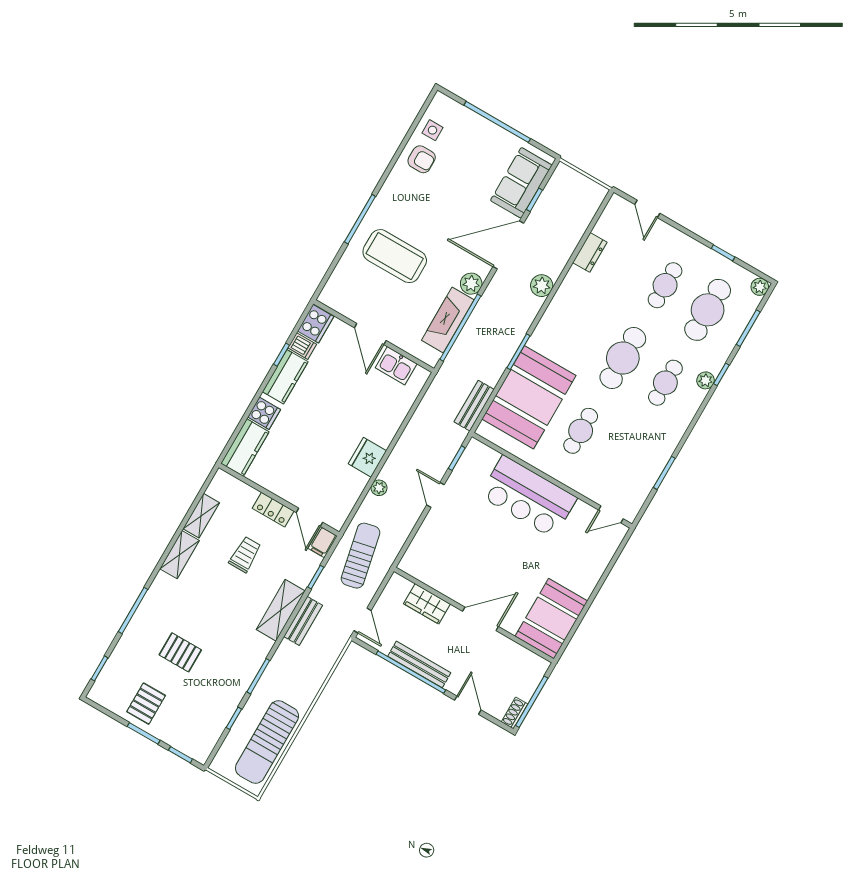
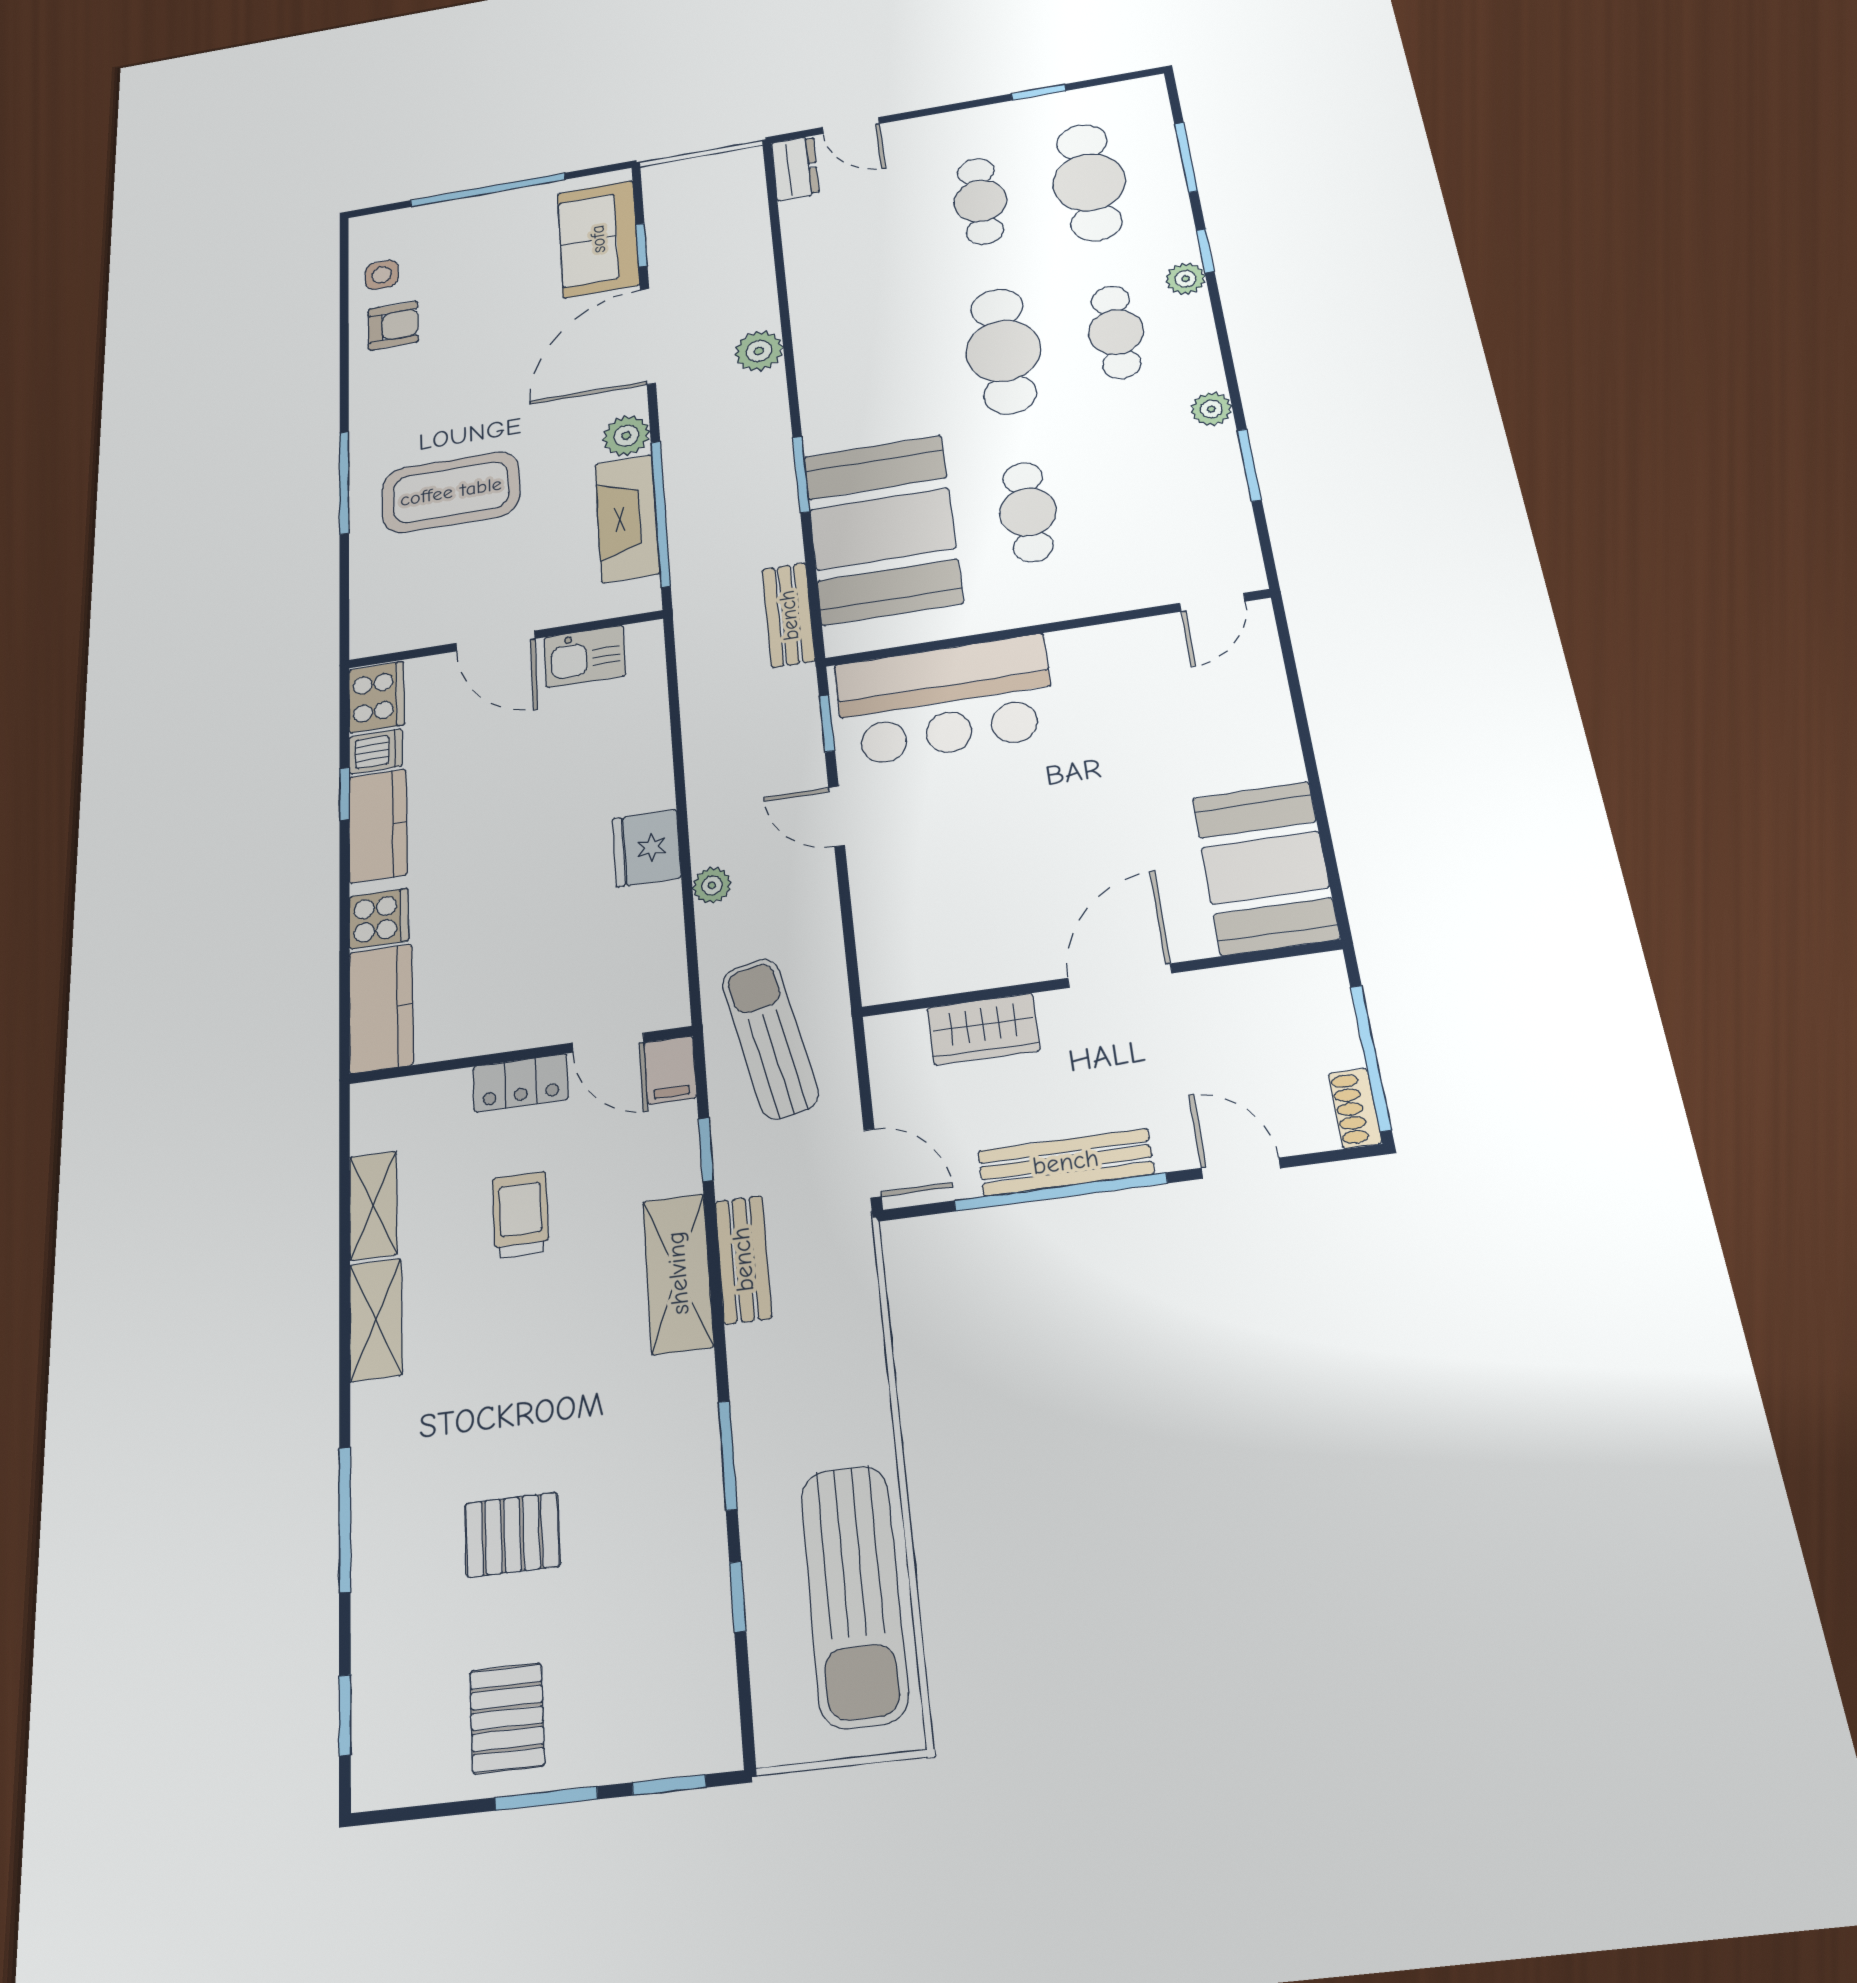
dresser: (590, 252) -> (795, 168), moved
plant: (760, 287) -> (1211, 409), moved
bar counter: (528, 497) -> (945, 700), moved

